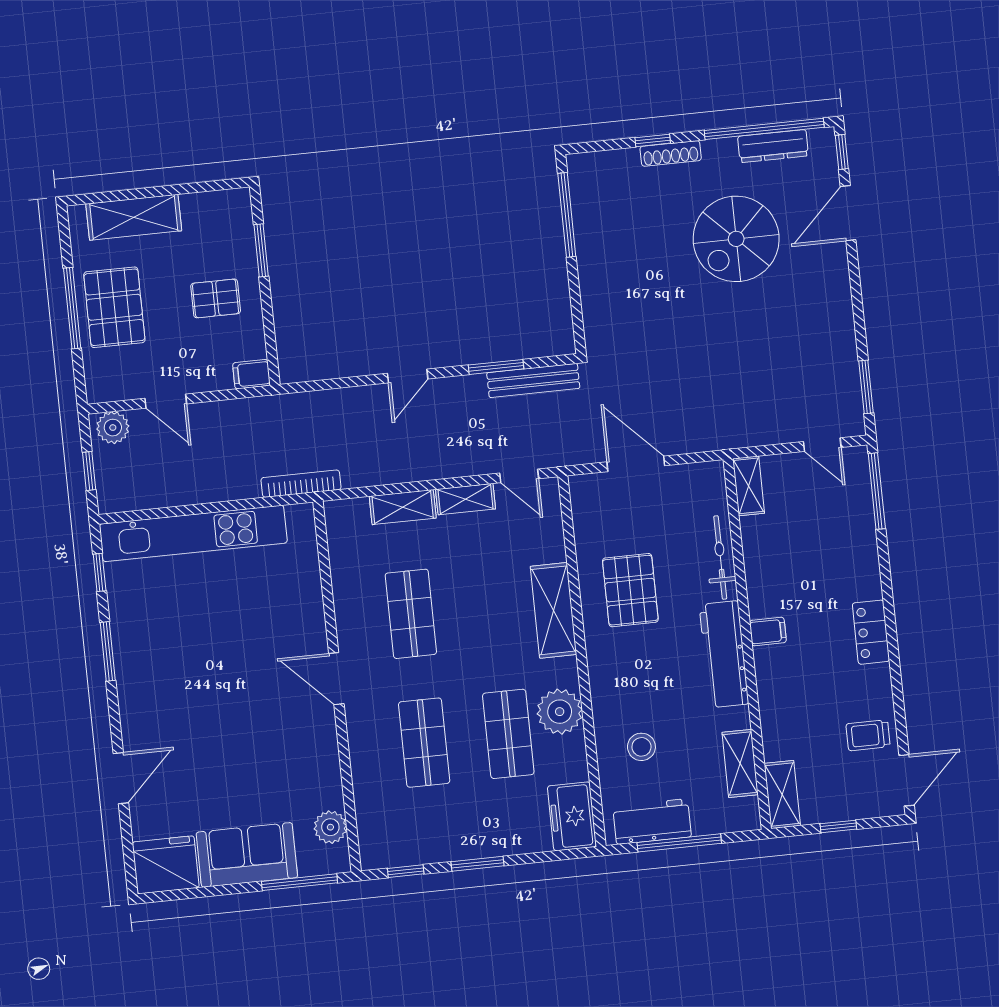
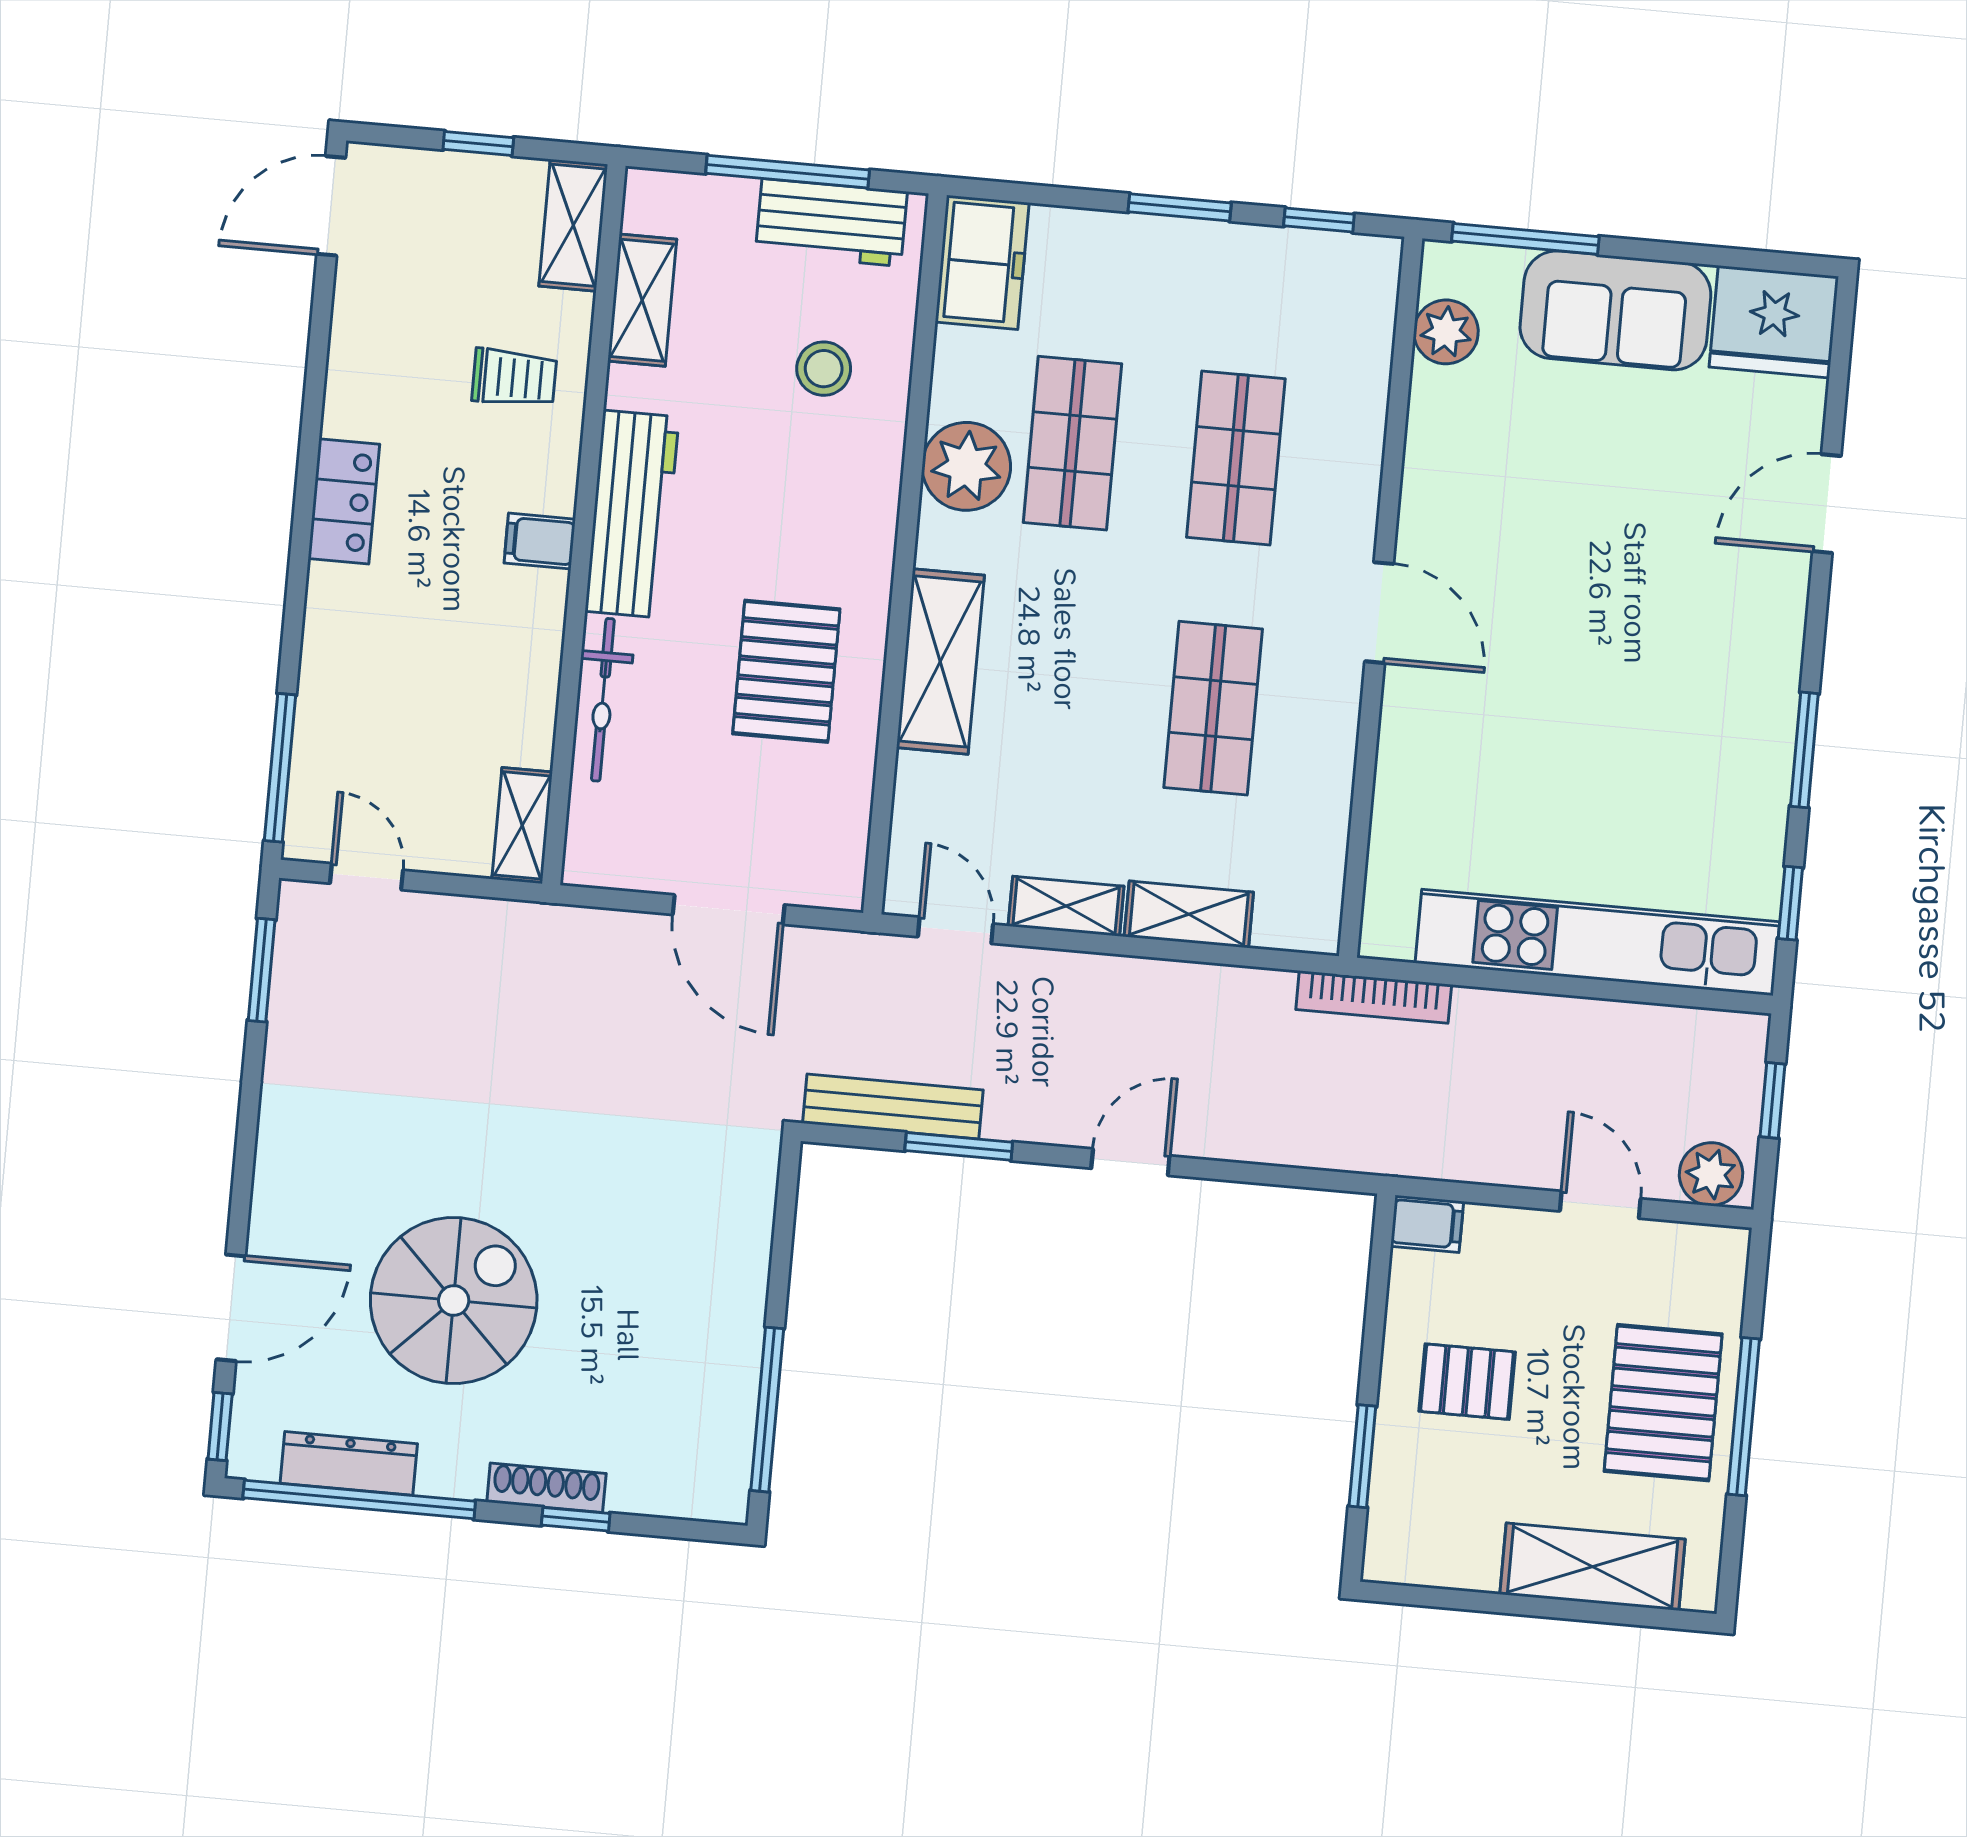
trolley: (868, 735) -> (514, 378), moved

